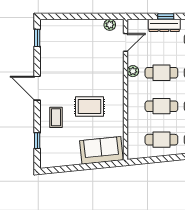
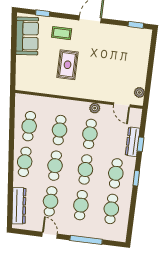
sofa: (101, 150) -> (27, 36), moved

